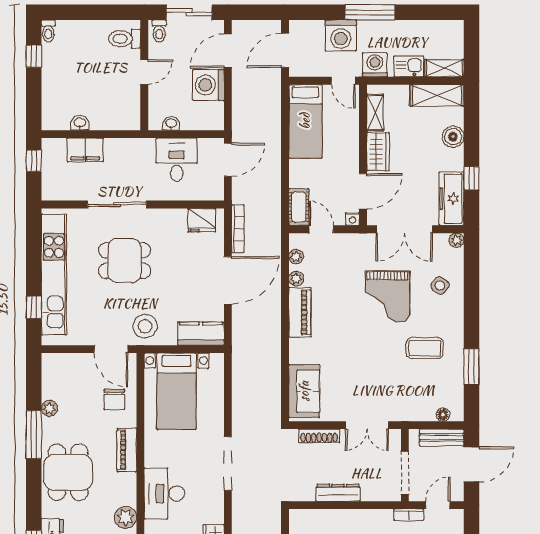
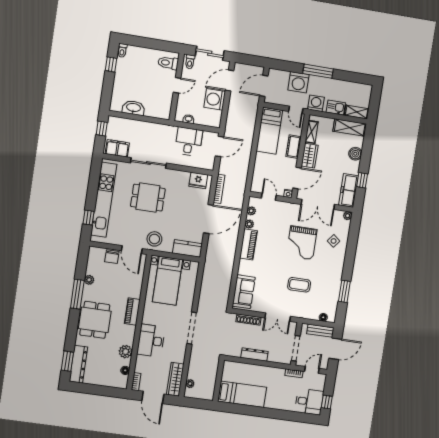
washbasin: (80, 123) -> (133, 108), width x1.91, depth x1.45
filing cabinet: (85, 150) -> (117, 148), moved, turned 180
cot: (299, 207) -> (294, 147), moved
coffee table: (425, 348) -> (299, 285), moved
chair: (114, 400) -> (112, 257), moved

